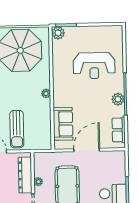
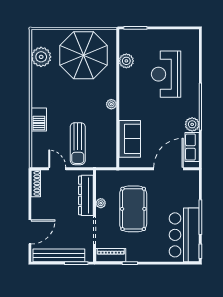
plant: (58, 33) -> (126, 61), moved
reception desk: (94, 66) -> (166, 74), turned 90
plant: (118, 99) -> (192, 124), moved
door: (87, 150) -> (169, 169), moved

